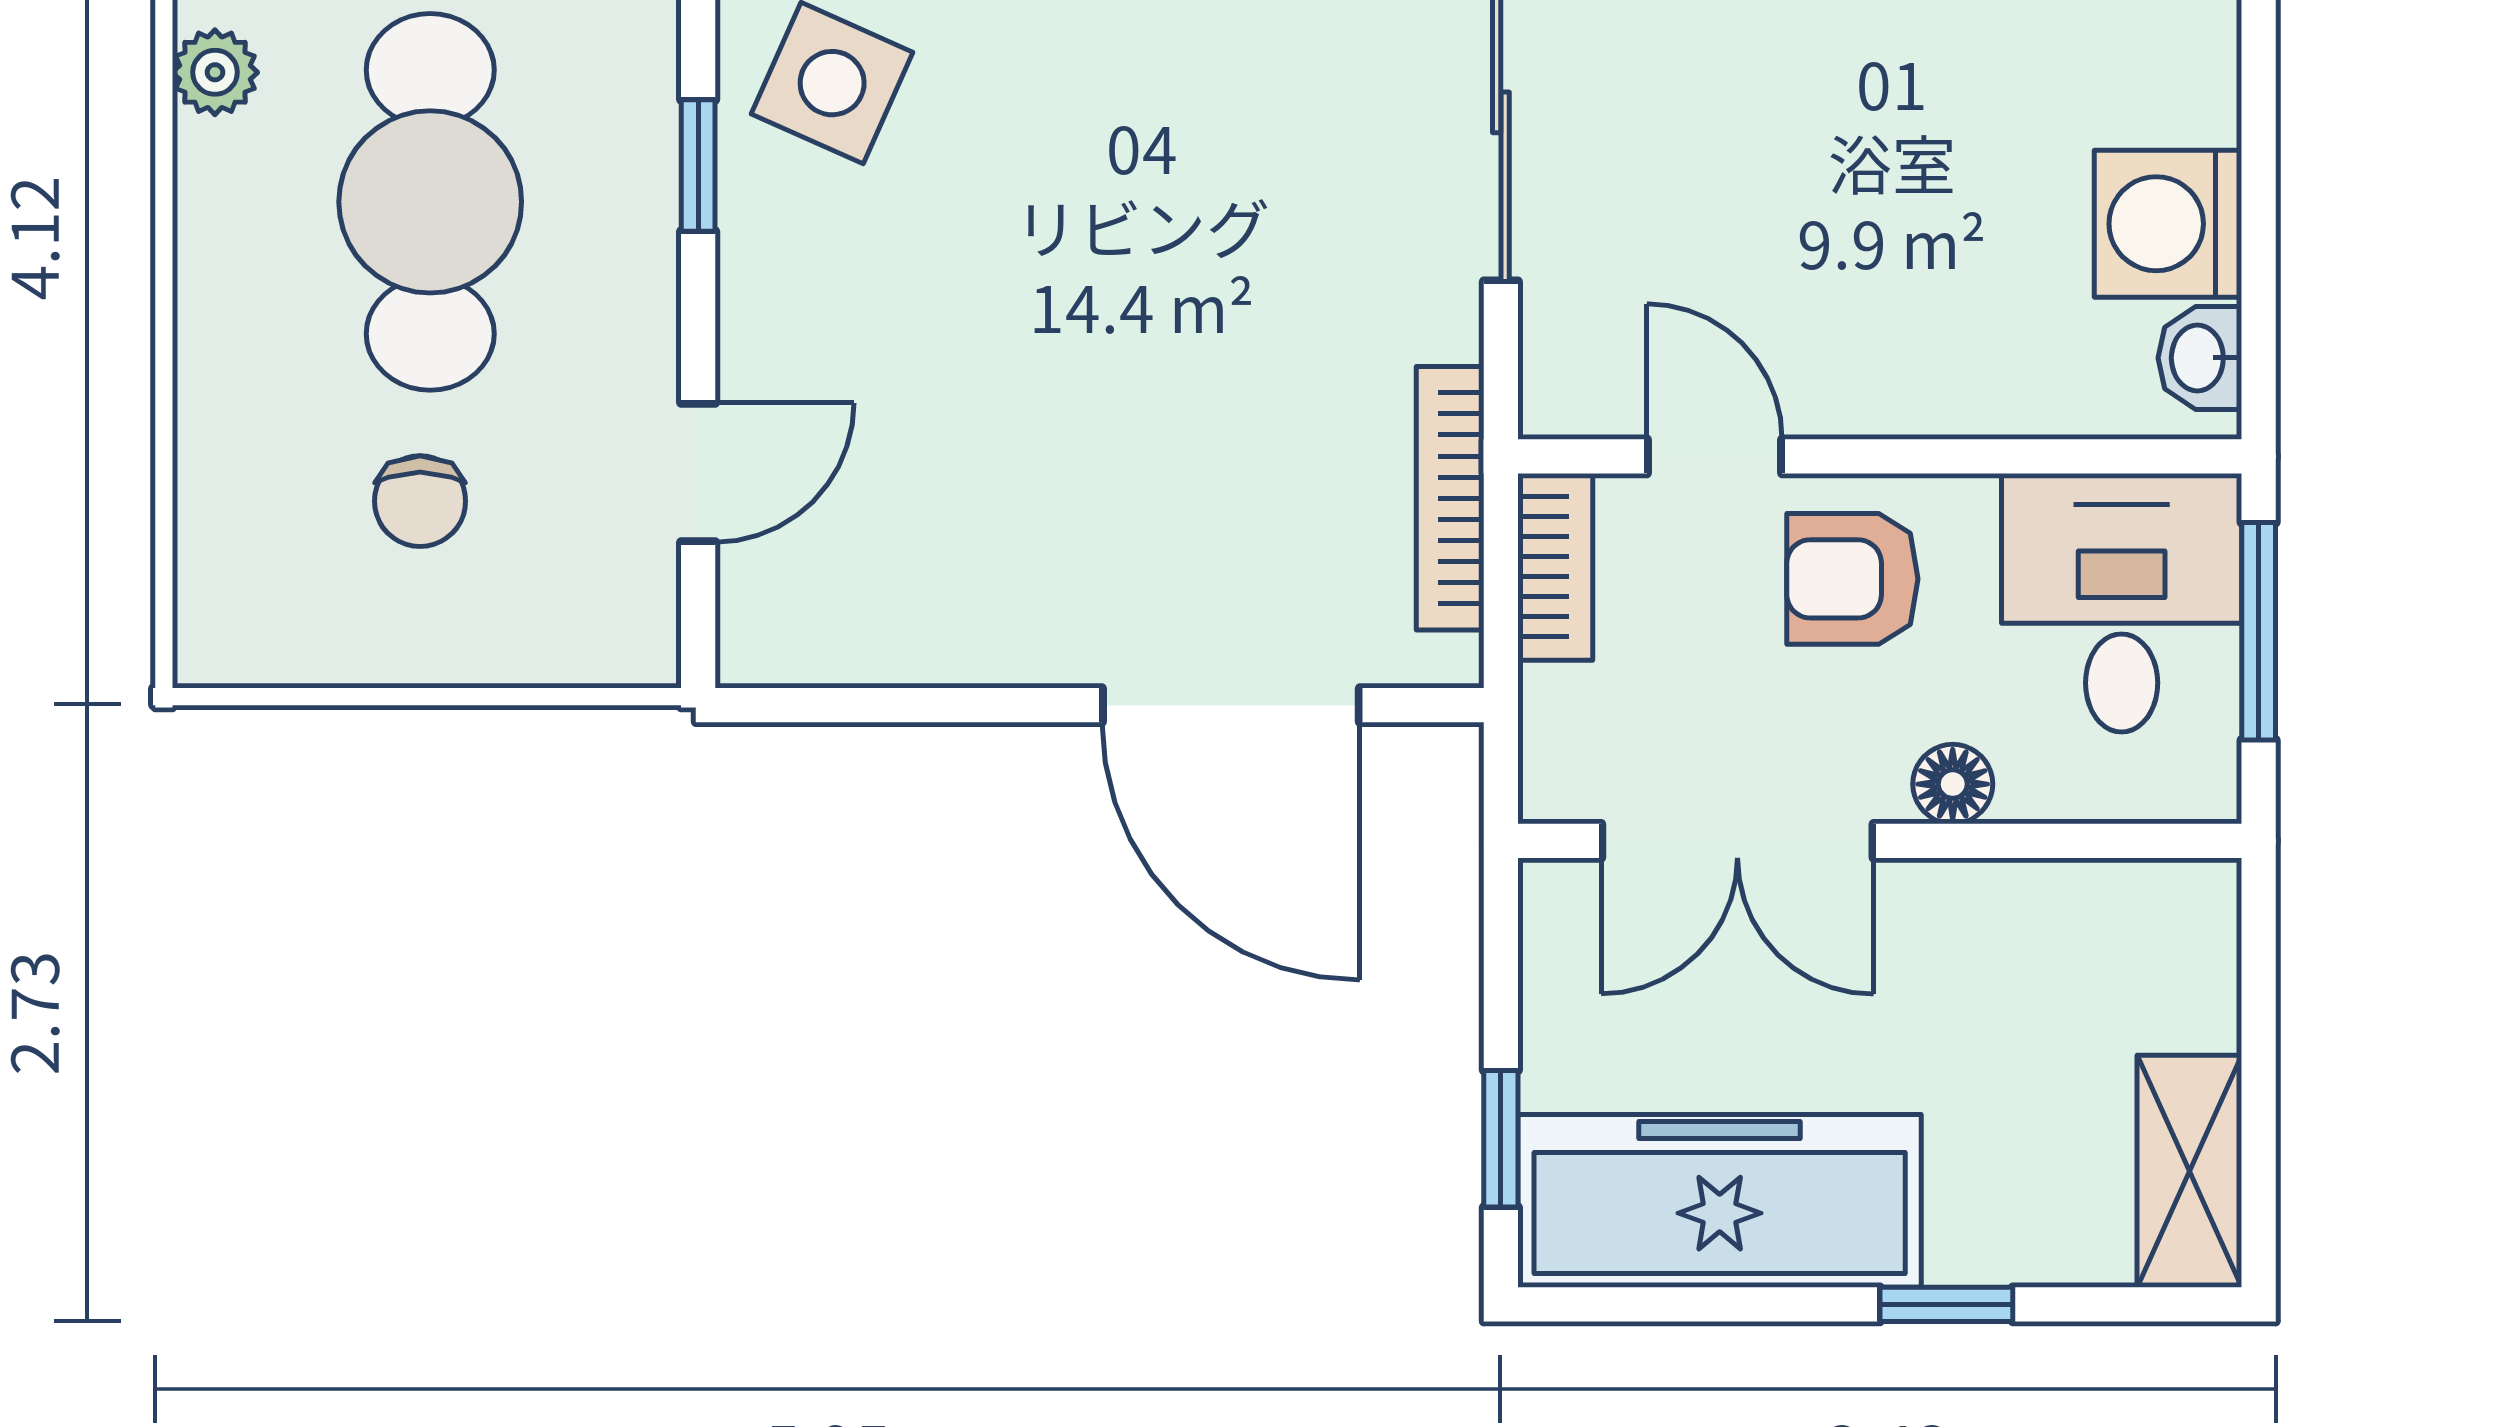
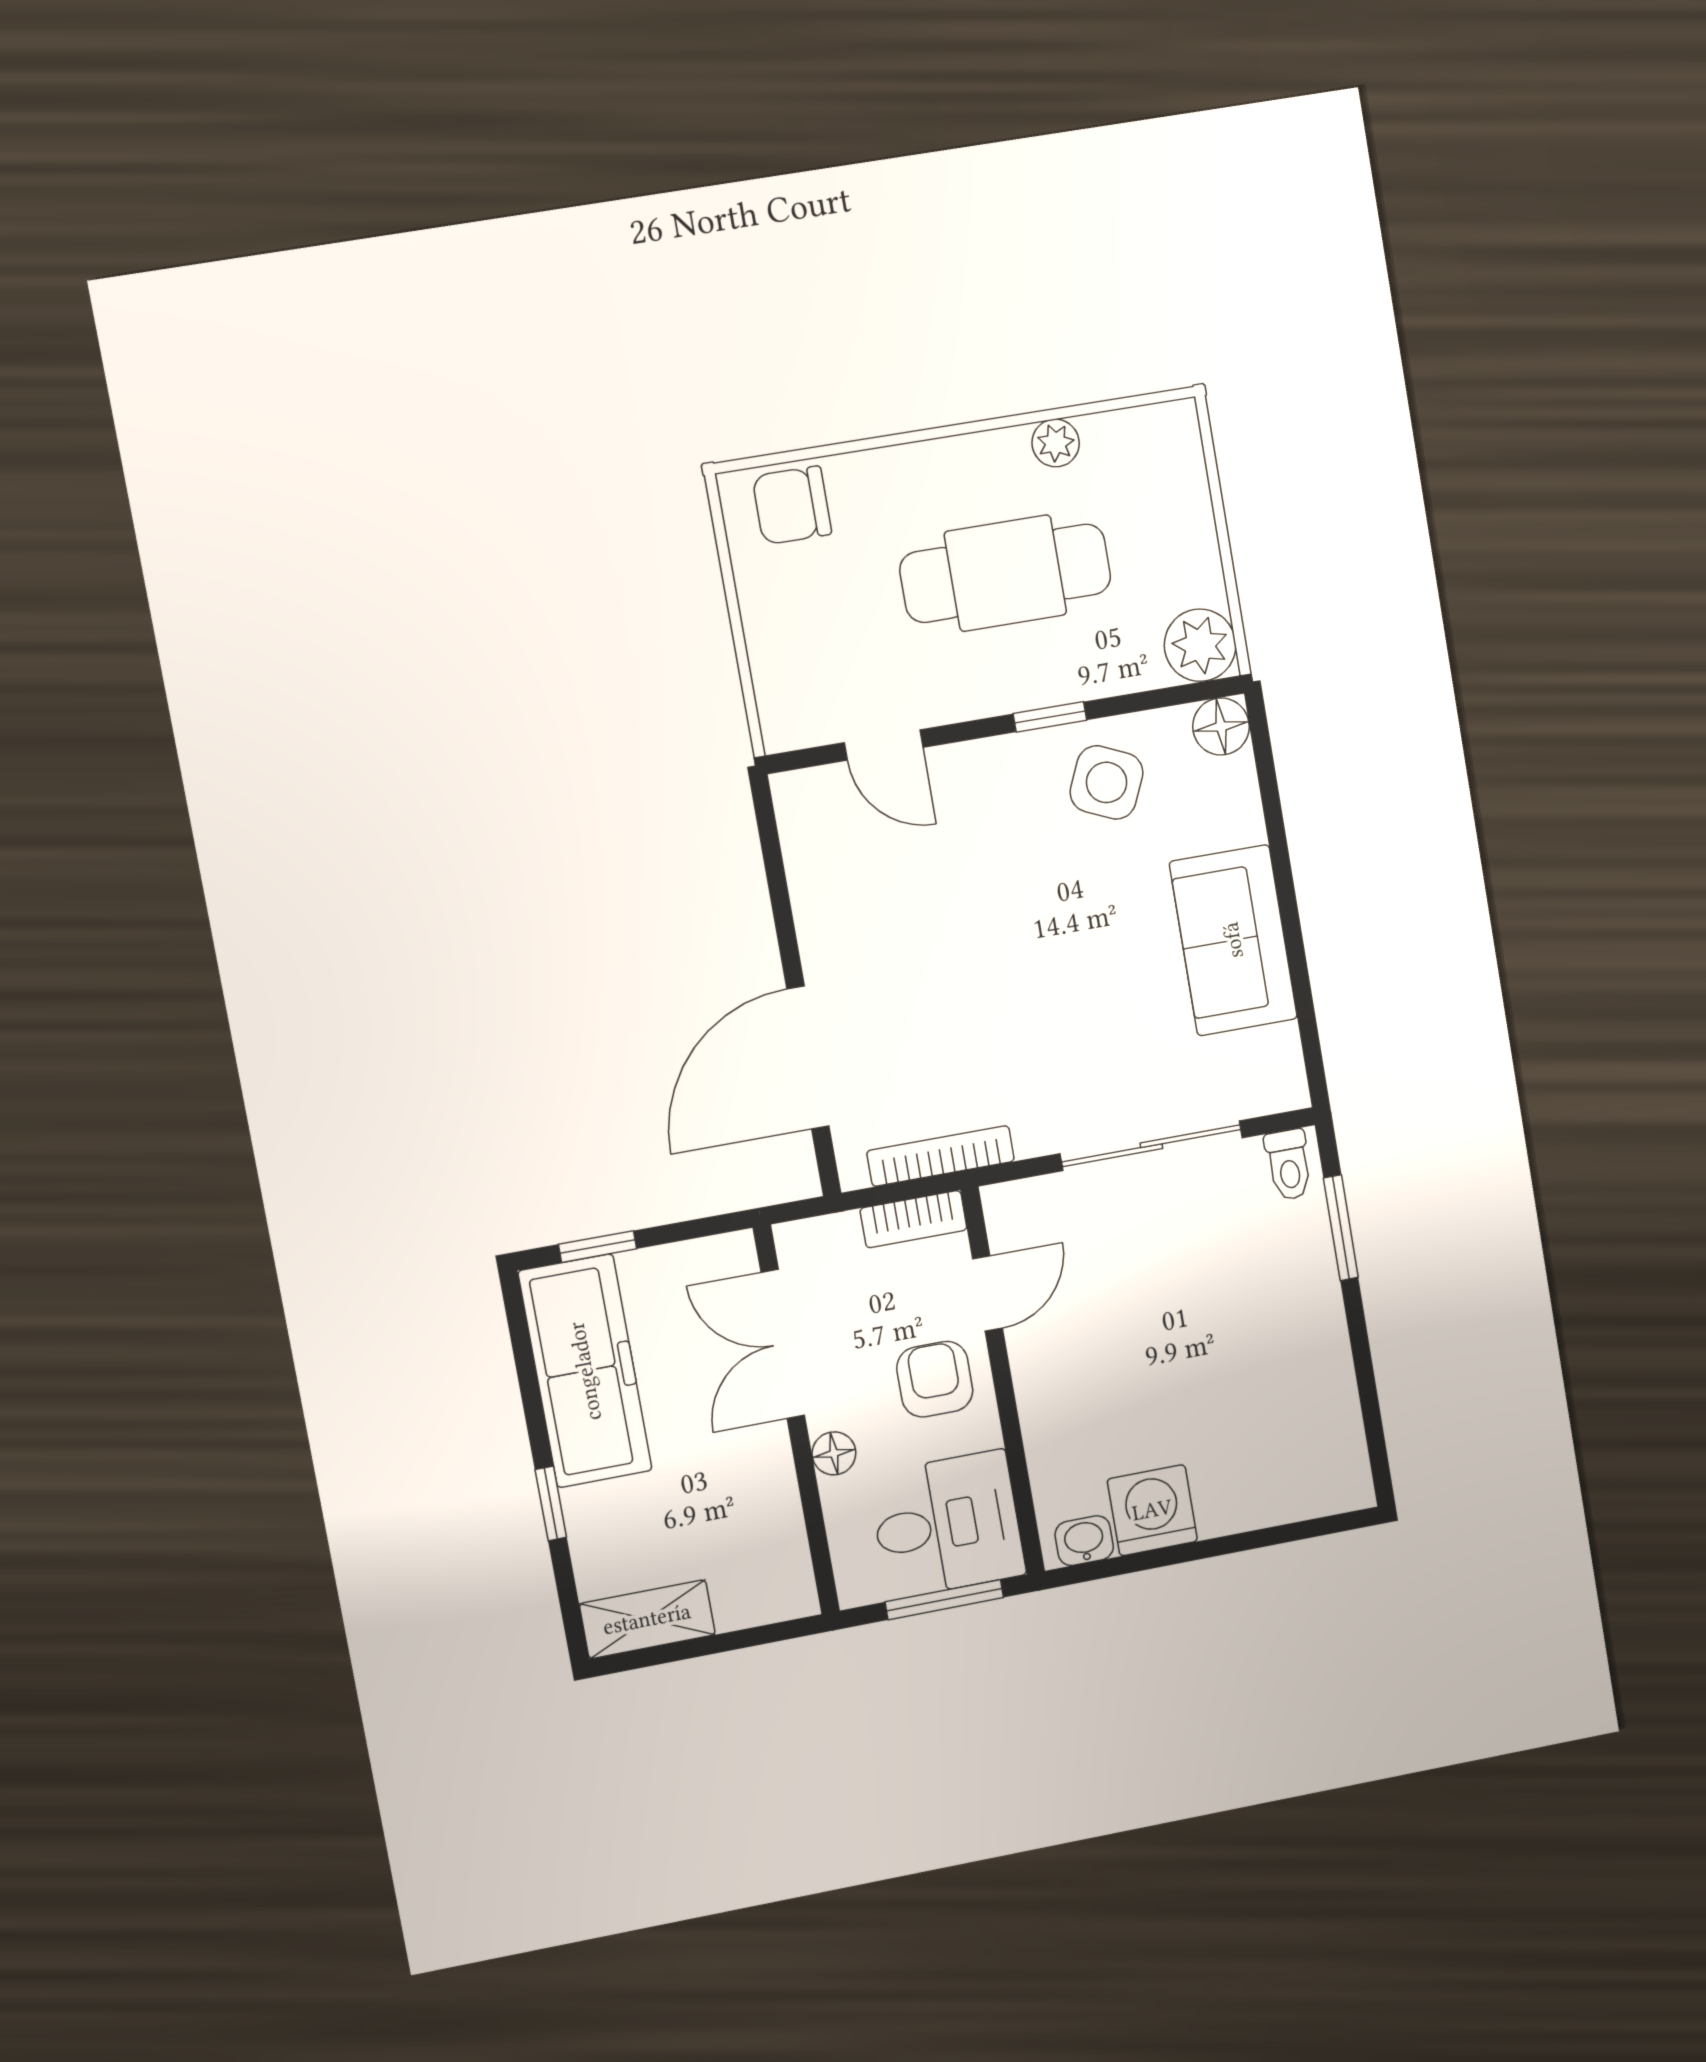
chair: (420, 501) -> (792, 505), moved, width x1.37, depth x1.37

